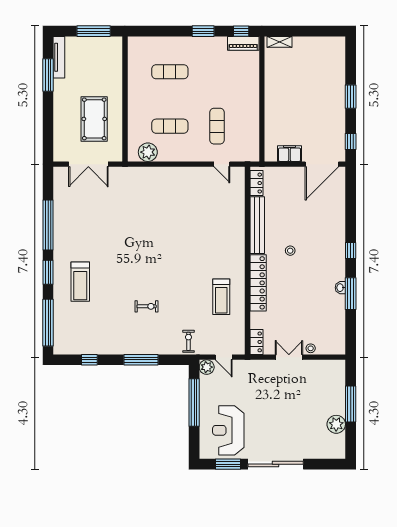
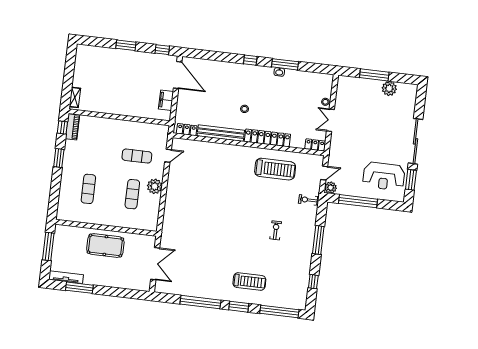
pool table: (94, 119) -> (105, 246), moved
plant: (148, 152) -> (155, 186), moved
treadmill: (221, 297) -> (275, 169), width x1.37, depth x1.38

